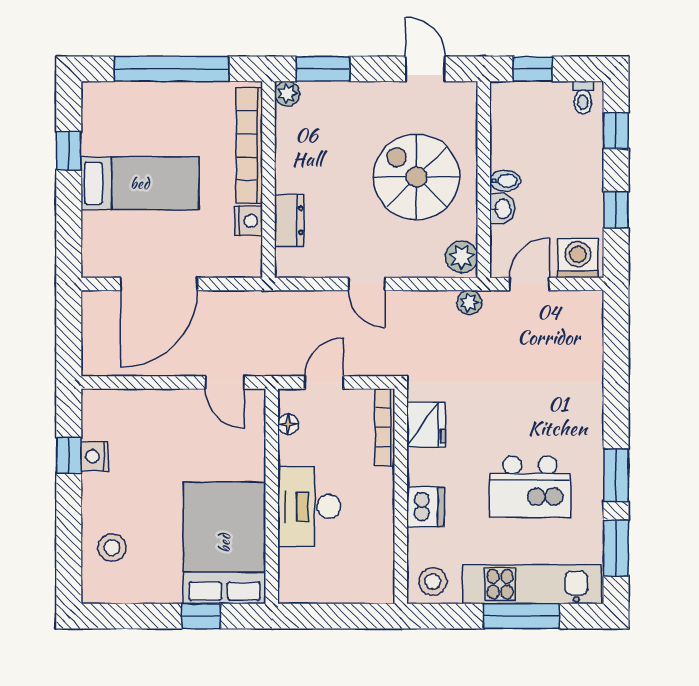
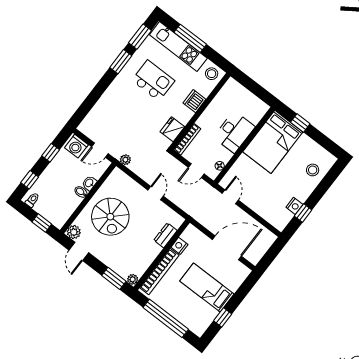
plant: (462, 257) -> (74, 232), moved

